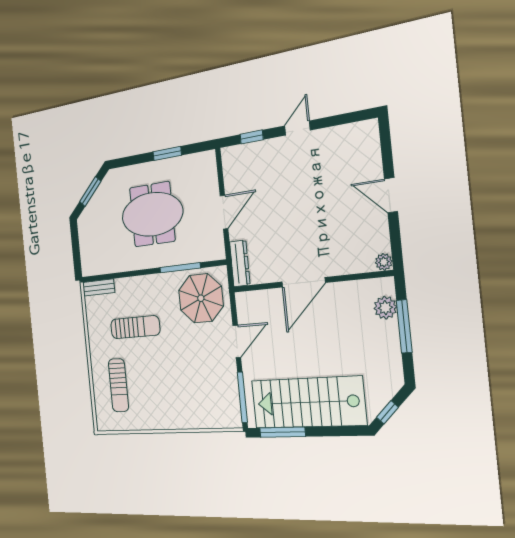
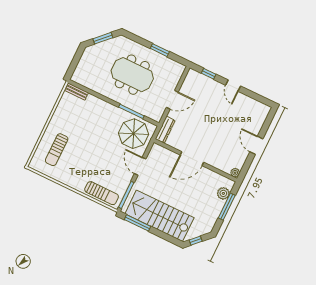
door: (297, 128) -> (233, 86), swing flipped
sun lounger: (135, 327) -> (102, 193), moved
door: (237, 341) -> (140, 166), swing flipped

